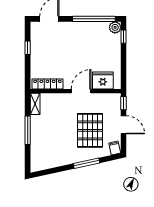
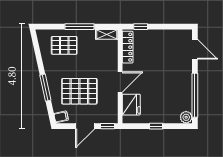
window: (124, 37) -> (156, 126), moved
window: (28, 48) -> (141, 27), moved
door: (81, 91) -> (120, 82), hinge flipped
pallet: (46, 145) -> (64, 45), added

